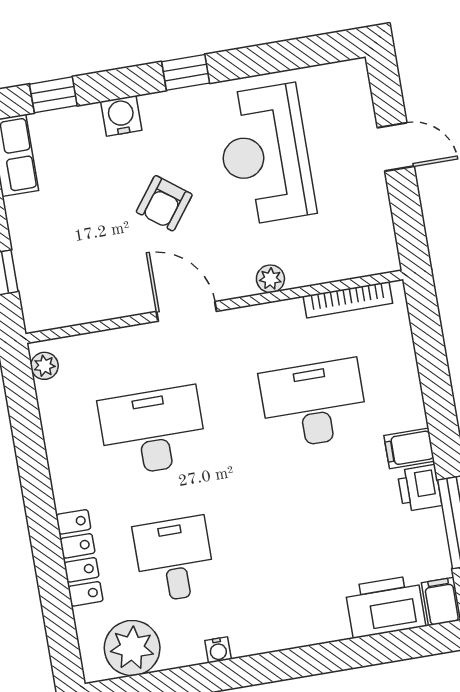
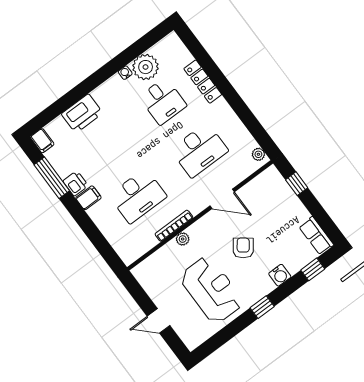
bookcase: (348, 300) -> (174, 226), moved
door: (187, 311) -> (222, 199), moved
printer: (385, 607) -> (82, 114), moved
plant: (132, 648) -> (146, 67), moved

